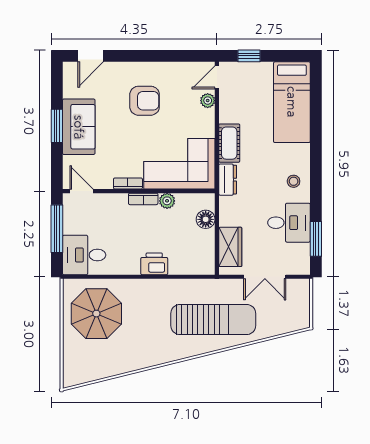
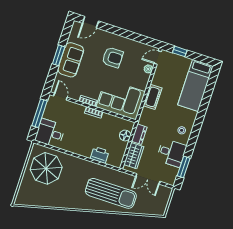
dresser: (228, 180) -> (139, 134), moved
plant: (167, 201) -> (107, 118), removed
printer: (154, 264) -> (100, 155), moved

